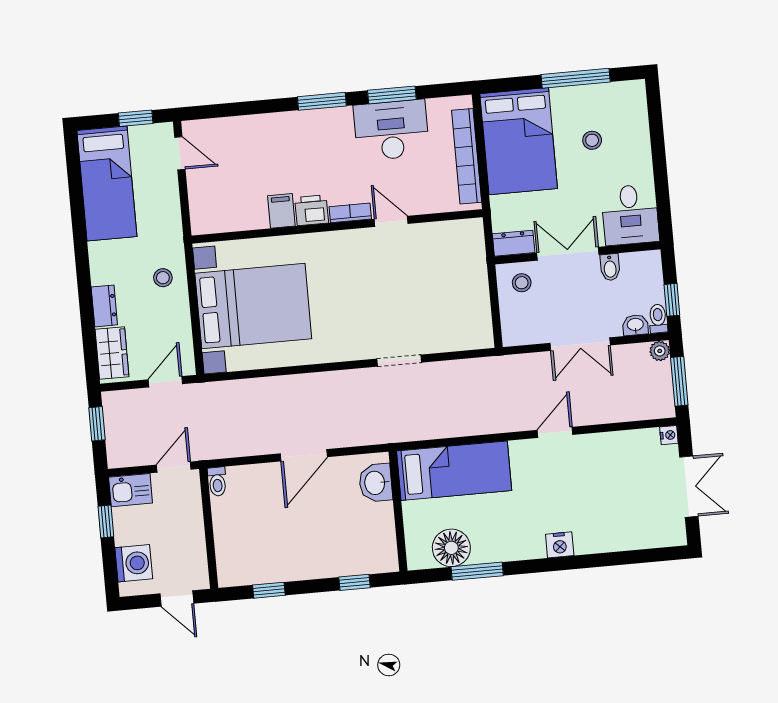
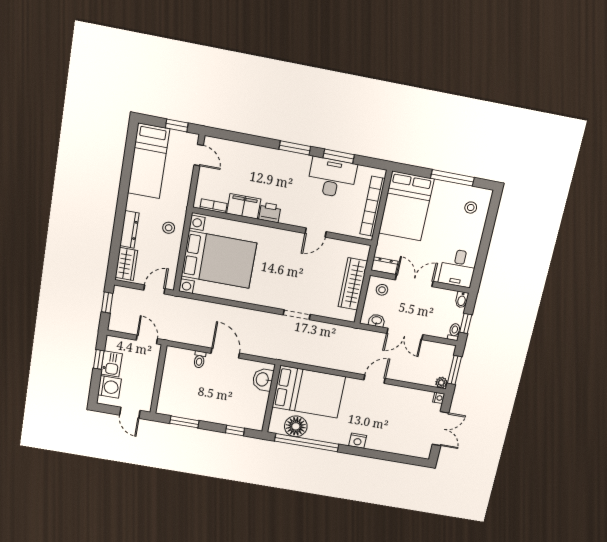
stool: (592, 140) -> (471, 208), moved
filing cabinet: (281, 211) -> (244, 206), width x2.00
bookcase: (350, 213) -> (213, 206), moved
door: (391, 221) -> (316, 233), swing flipped
bidet: (610, 267) -> (462, 300), moved
wardrobe: (473, 286) -> (353, 284), added
dresser: (104, 306) -> (129, 229), width x1.44
washbasin: (635, 325) -> (377, 321), moved
plant: (660, 351) -> (441, 383), moved
door: (304, 455) -> (225, 353), swing flipped
door: (174, 467) -> (147, 339), hinge flipped
bed: (454, 471) -> (309, 392), width x1.50
toilet: (217, 482) -> (199, 359), moved
kitchen sink: (131, 490) -> (112, 364), moved, turned -90
window: (477, 571) -> (307, 443), width x2.11
window: (269, 590) -> (184, 422), width x1.50

